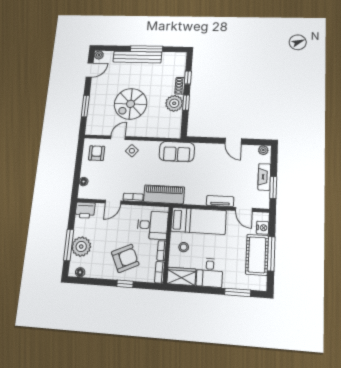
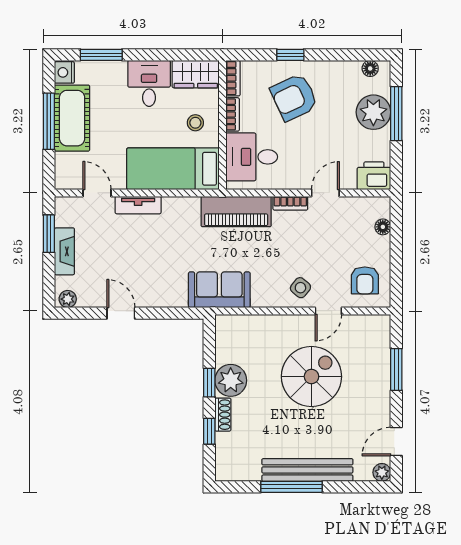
nightstand: (263, 228) -> (64, 72), moved

